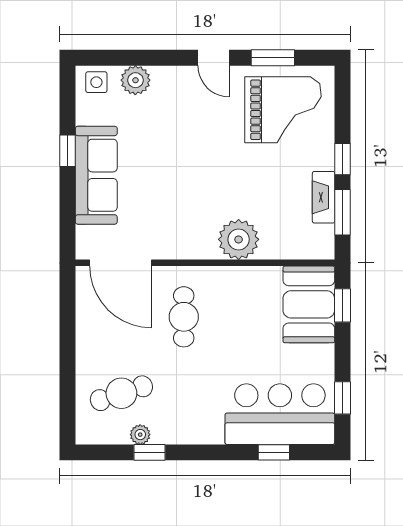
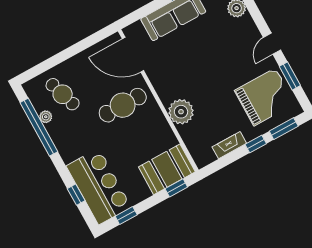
grand piano: (283, 110) -> (265, 97), turned -90
window: (342, 212) -> (284, 129), moved
door: (120, 263) -> (133, 55), hinge flipped
cafe table: (184, 317) -> (123, 105), width x1.37, depth x1.35
window: (149, 452) -> (39, 127), width x3.17

